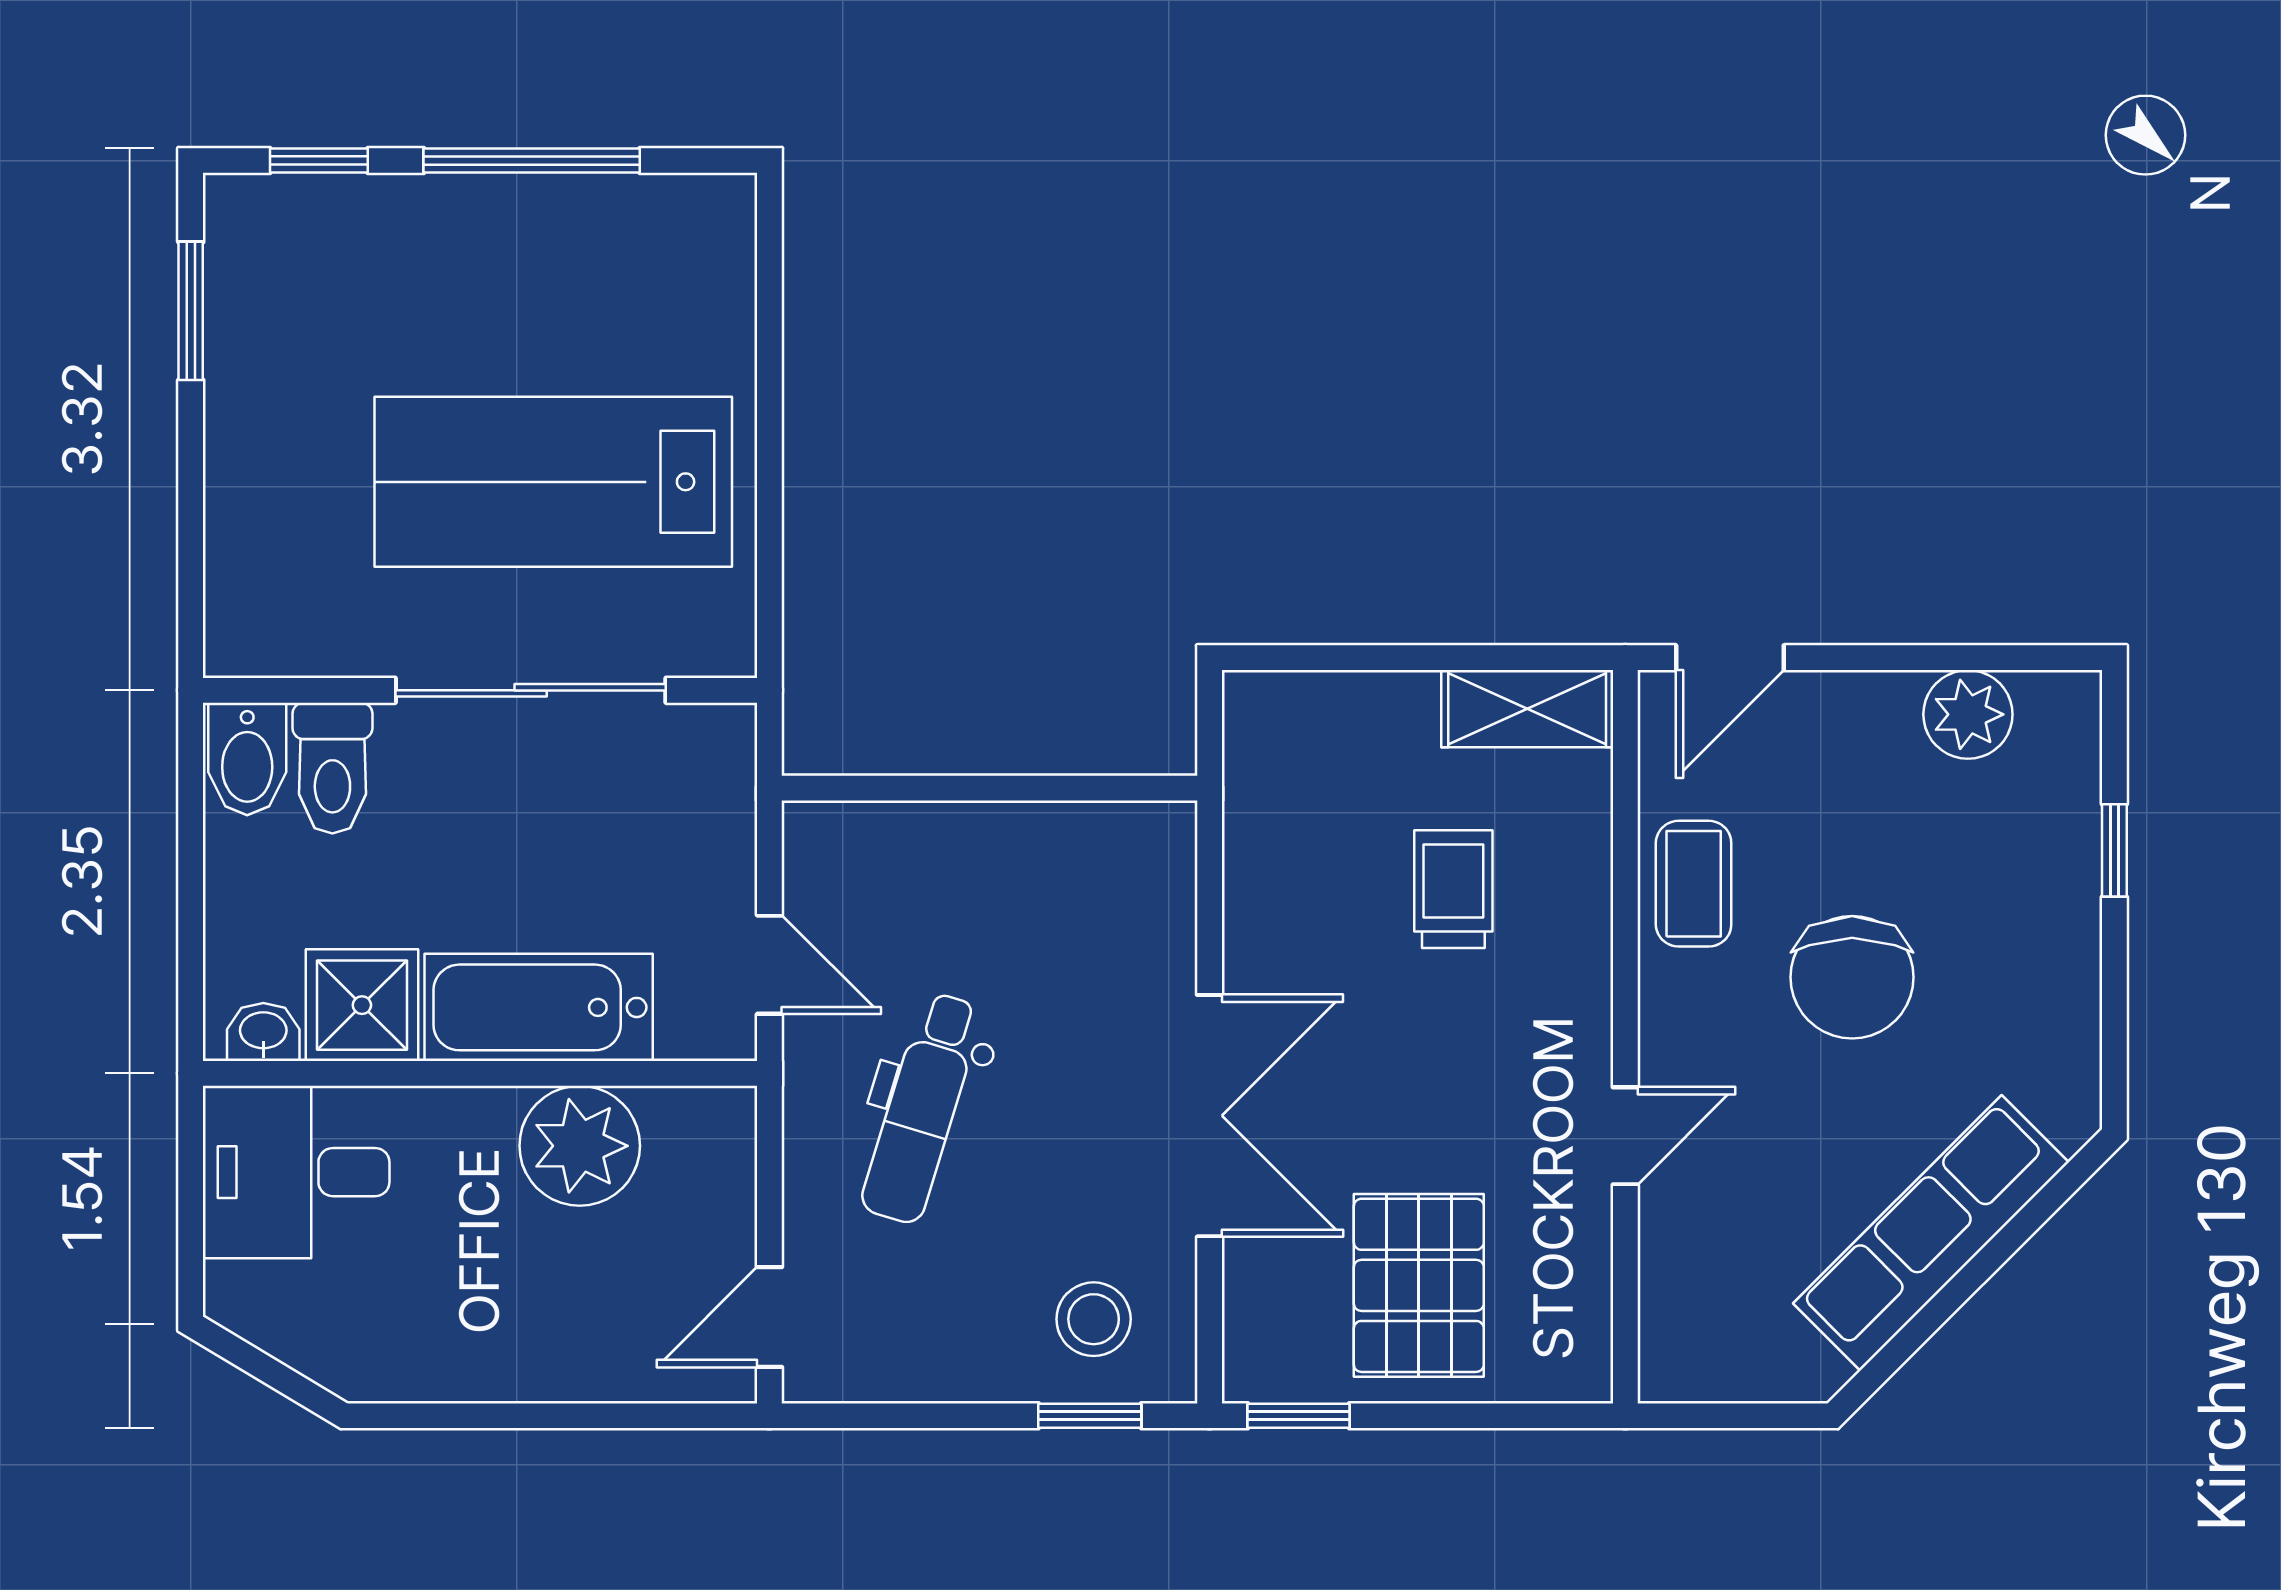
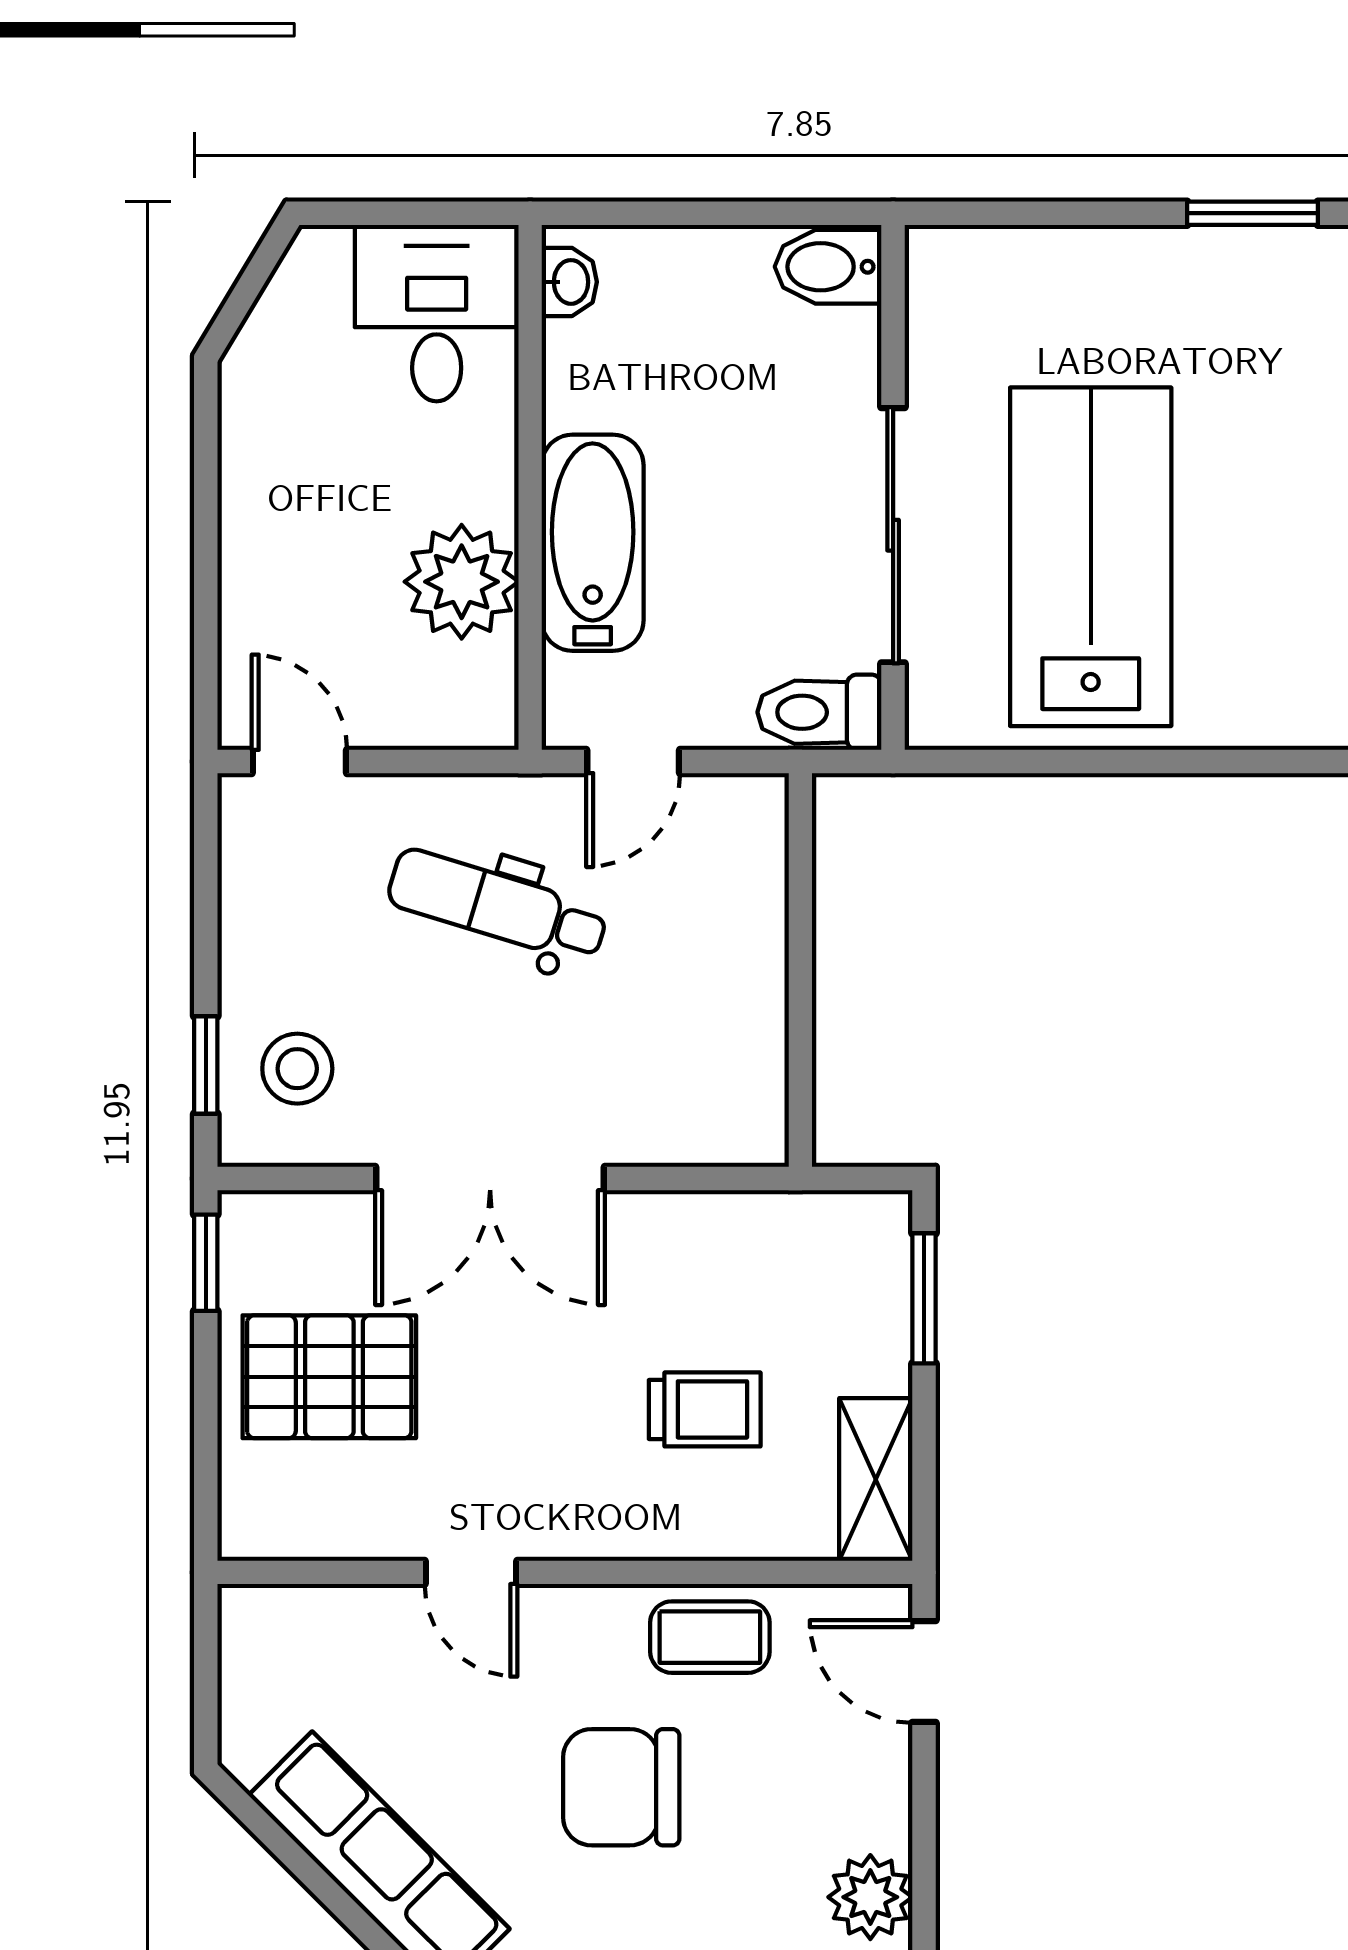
window: (1336, 658) -> (924, 1298), added
toilet: (332, 768) -> (819, 712), moved
shower: (362, 1005) -> (595, 375), removed

